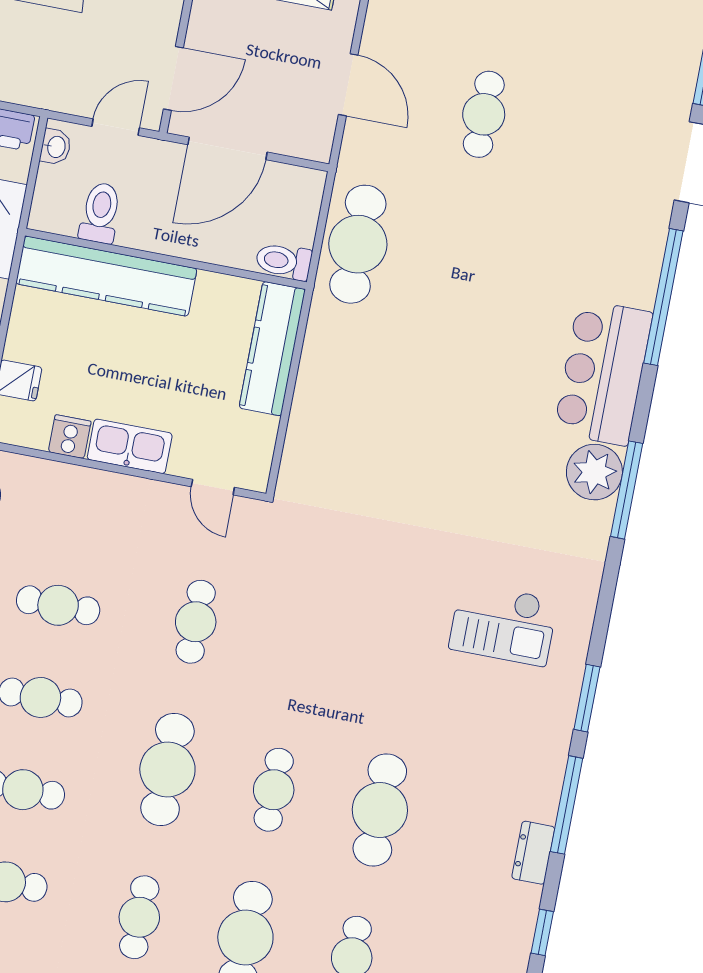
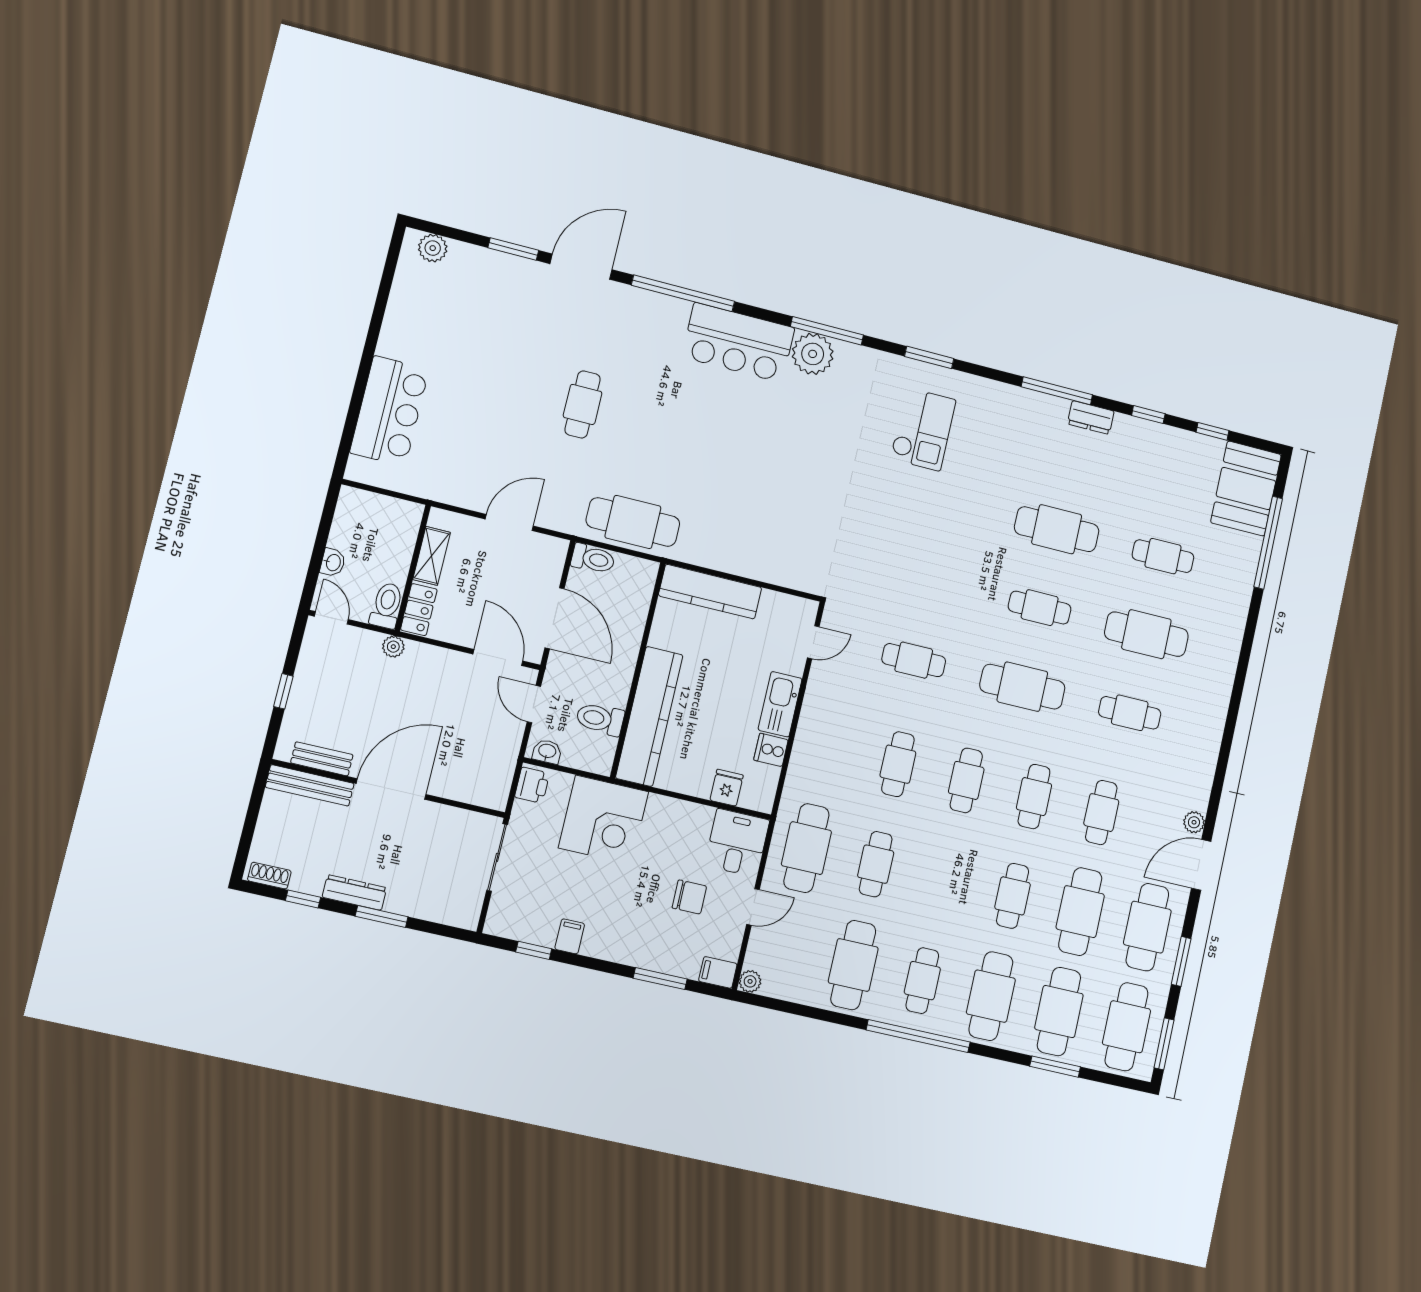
cafe table: (484, 114) -> (583, 404), moved, turned 90
toilet: (284, 261) -> (593, 559), moved, turned -90
window: (587, 698) -> (929, 357), moved

